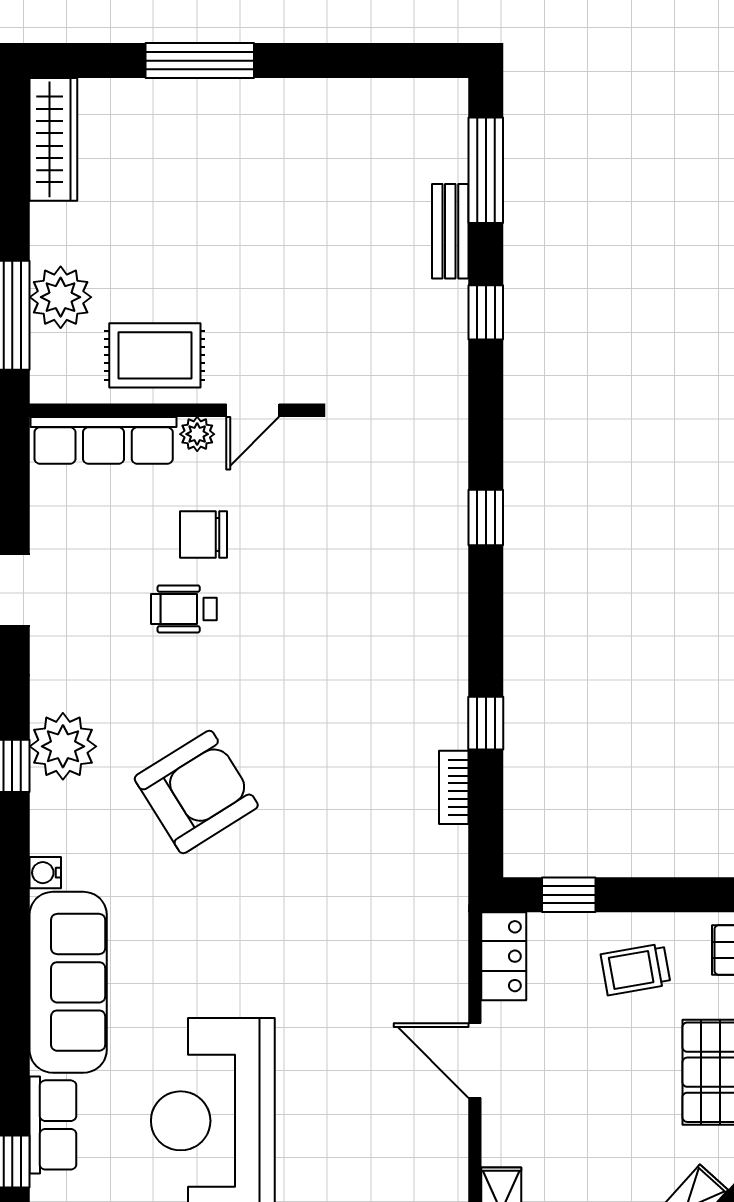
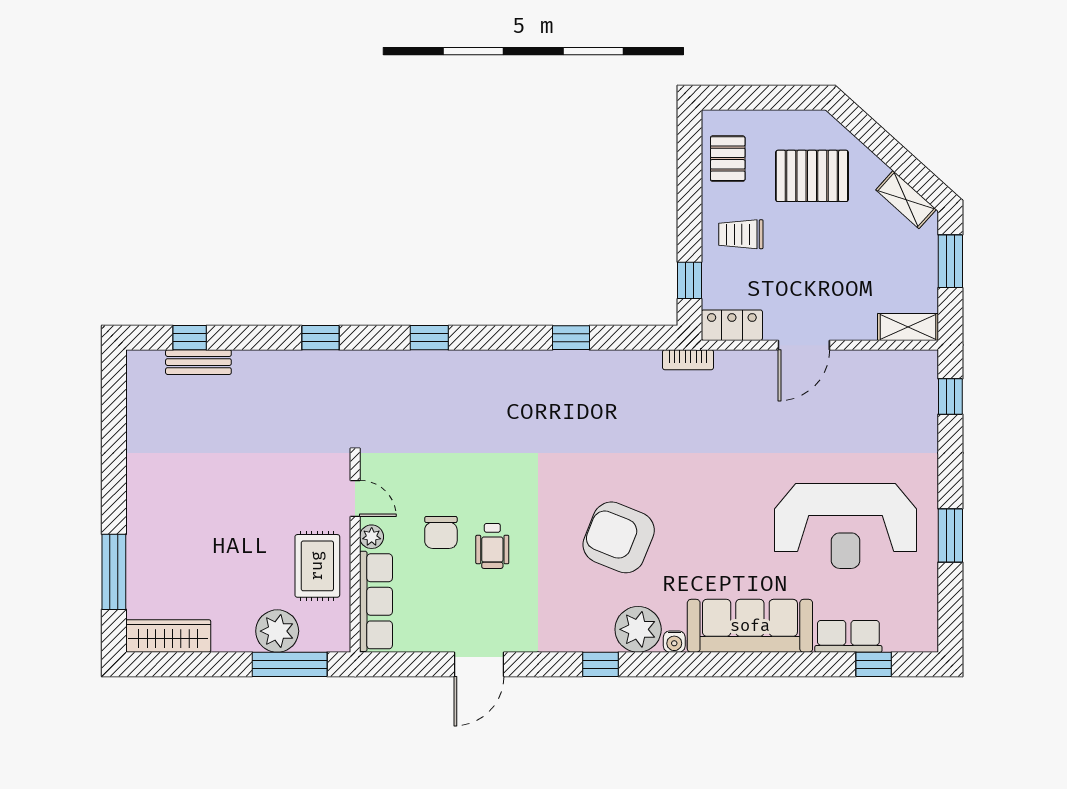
window: (200, 61) -> (114, 572), moved
window: (486, 170) -> (190, 338), width x0.46
bench: (450, 231) -> (198, 362), moved
window: (486, 312) -> (320, 338), moved
plant: (63, 746) -> (638, 629), moved
bookcase: (454, 787) -> (688, 360), moved
armchair: (196, 792) -> (619, 537), turned -36
trolley: (636, 969) -> (741, 234), turned 100

